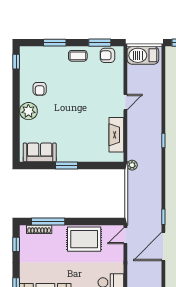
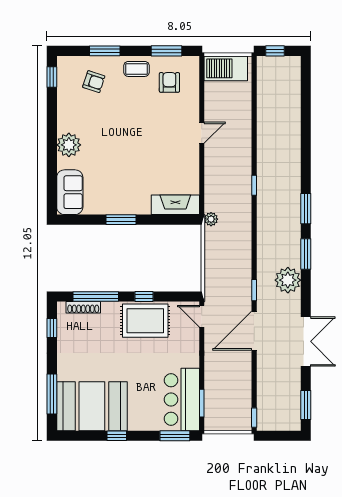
armchair: (107, 55) -> (169, 82), moved, turned 90
armchair: (40, 89) -> (94, 82), moved, turned -72
fireplace: (116, 135) -> (175, 205), moved, turned 90
sofa: (40, 152) -> (70, 192), moved, turned 90
window: (83, 222) -> (144, 297), added
door: (125, 236) -> (202, 316), hinge flipped

